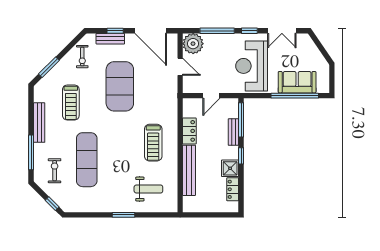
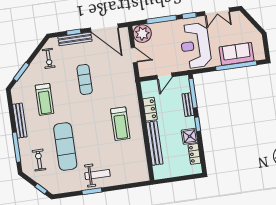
bench: (110, 39) -> (75, 39), width x1.36
exercise mat: (120, 86) -> (85, 79), width x0.50, depth x0.69
weight bench: (148, 189) -> (98, 174), moved
window: (123, 215) -> (92, 191), moved

